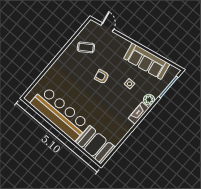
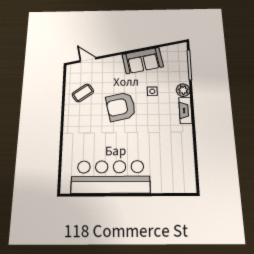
sofa: (147, 61) -> (143, 61), width x0.73
armchair: (102, 77) -> (121, 107), width x1.88, depth x1.88
booth: (95, 145) -> (173, 177), removed

